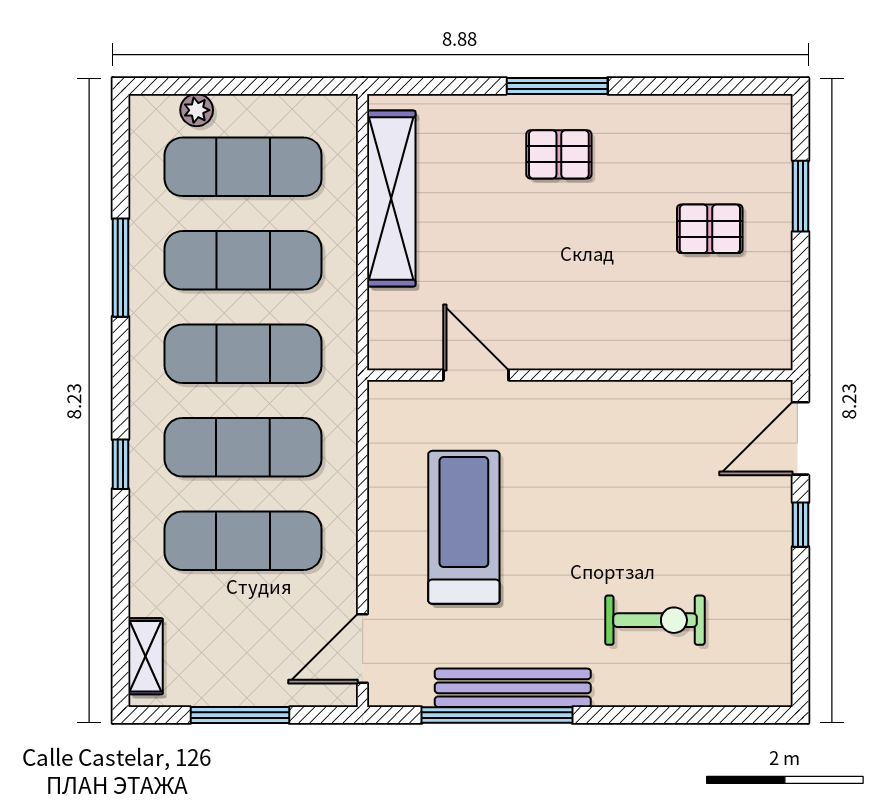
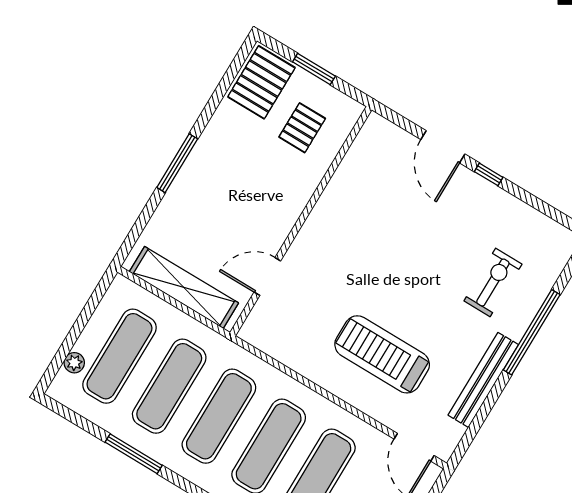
pallet: (559, 154) -> (261, 82), moved, width x1.50, depth x1.42
door: (476, 375) -> (267, 276), moved
wall: (580, 375) -> (301, 221), moved
window: (497, 715) -> (532, 332), moved

